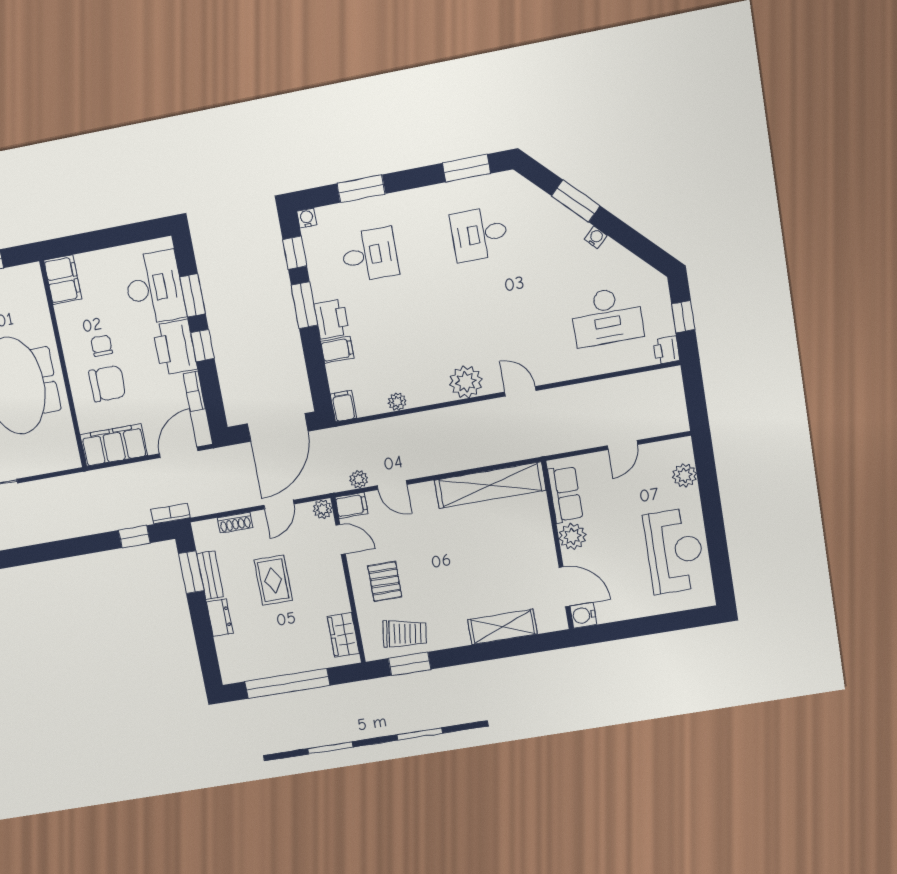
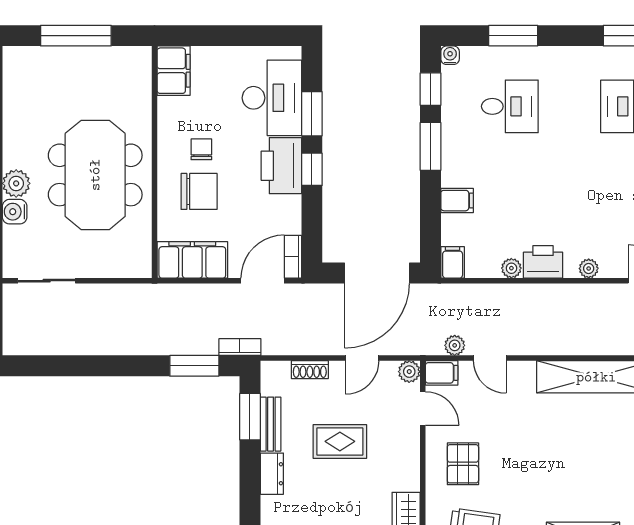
printer: (332, 319) -> (543, 262), moved, turned -90
plant: (466, 382) -> (589, 268), width x0.53, depth x0.53
bookcase: (194, 391) -> (293, 257), moved
window: (134, 537) -> (194, 366), width x1.50
rug: (273, 580) -> (340, 441), turned 90

